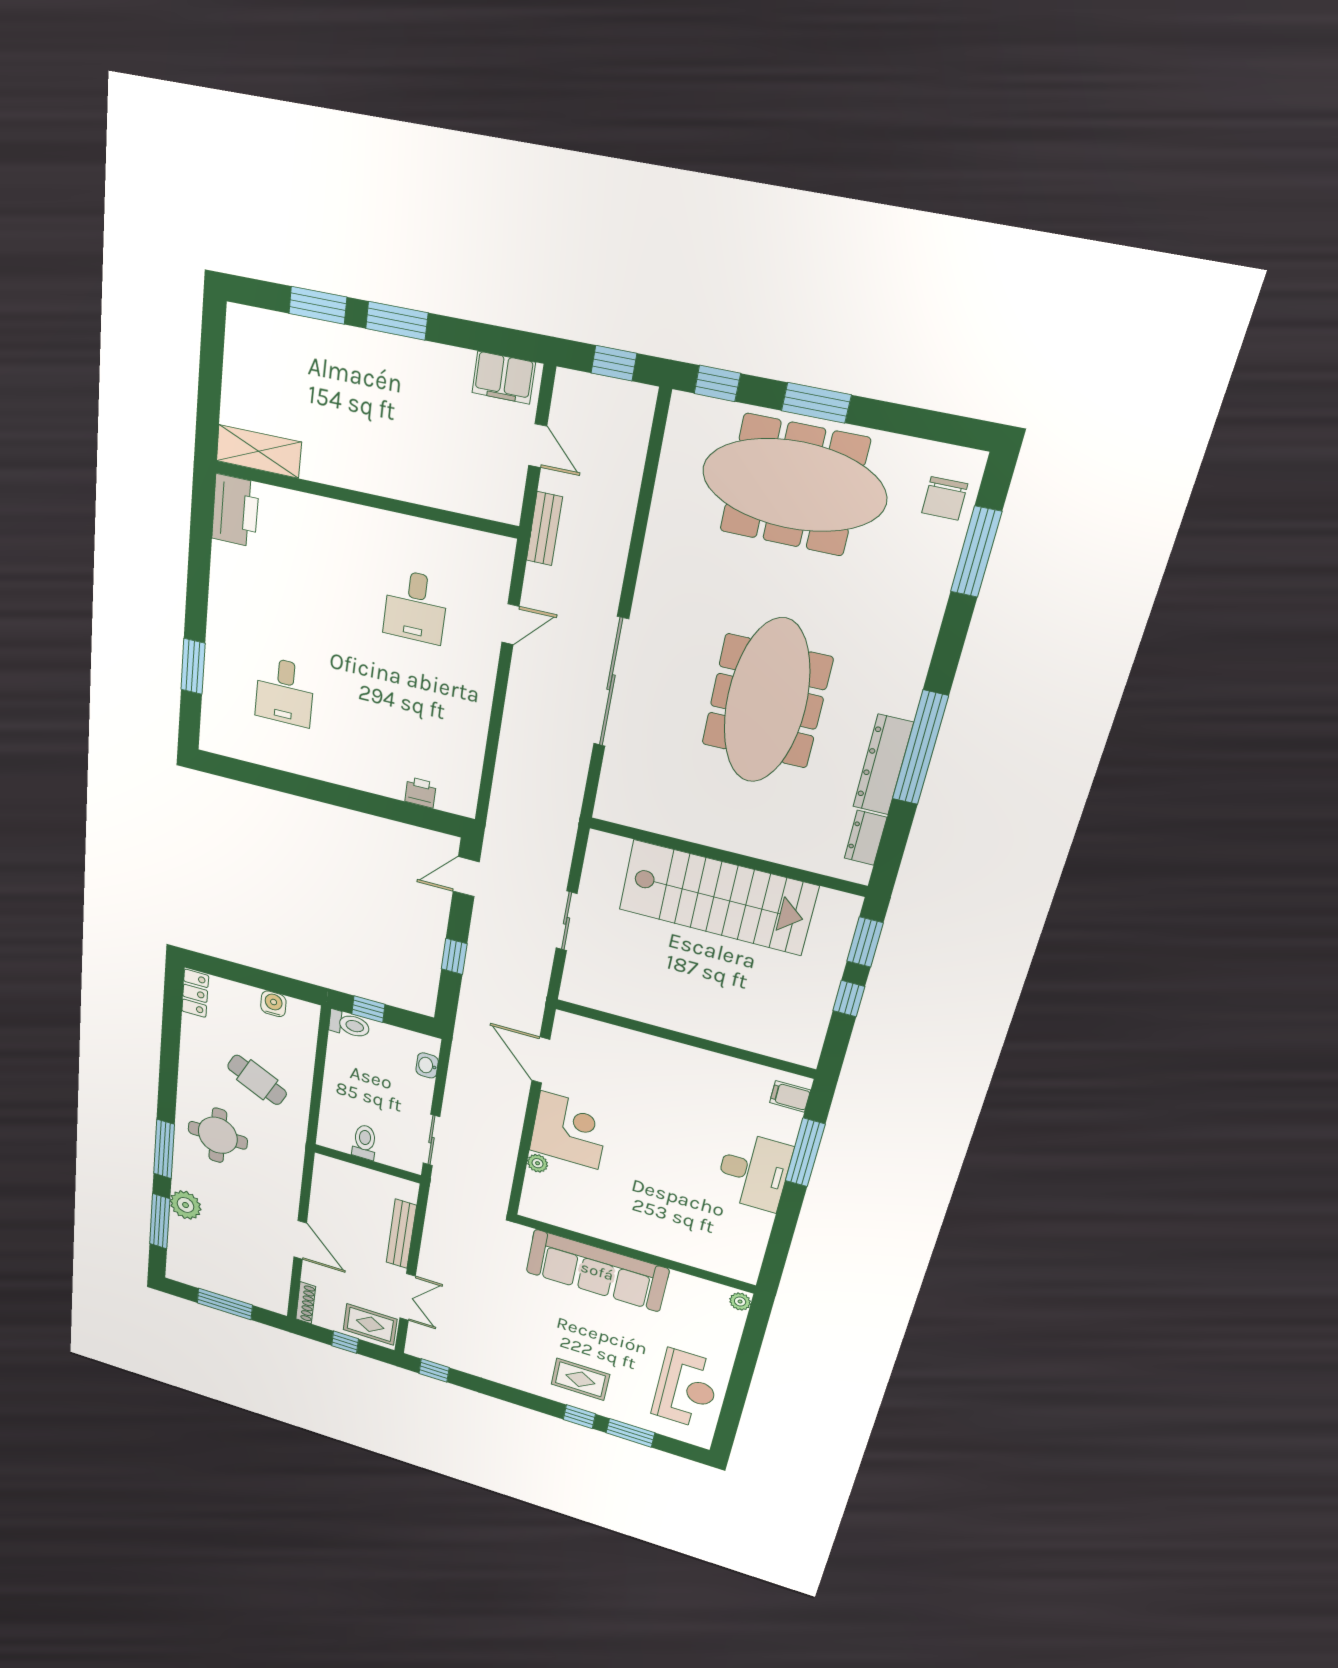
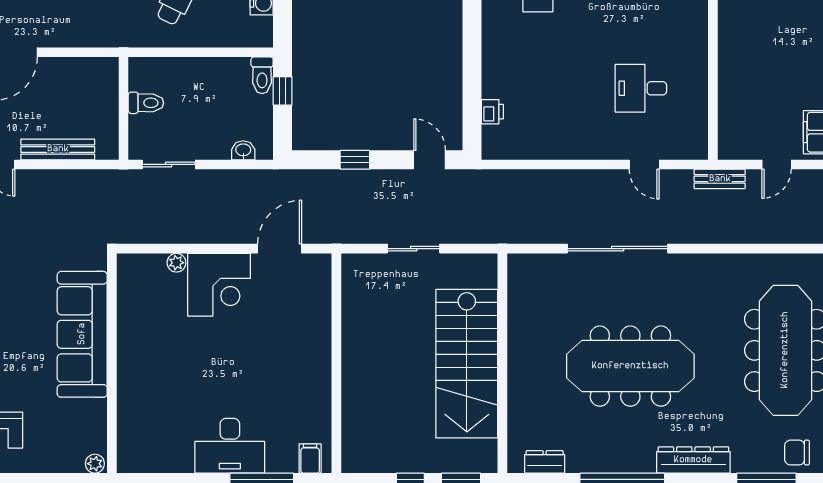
dresser: (883, 765) -> (693, 460), moved

